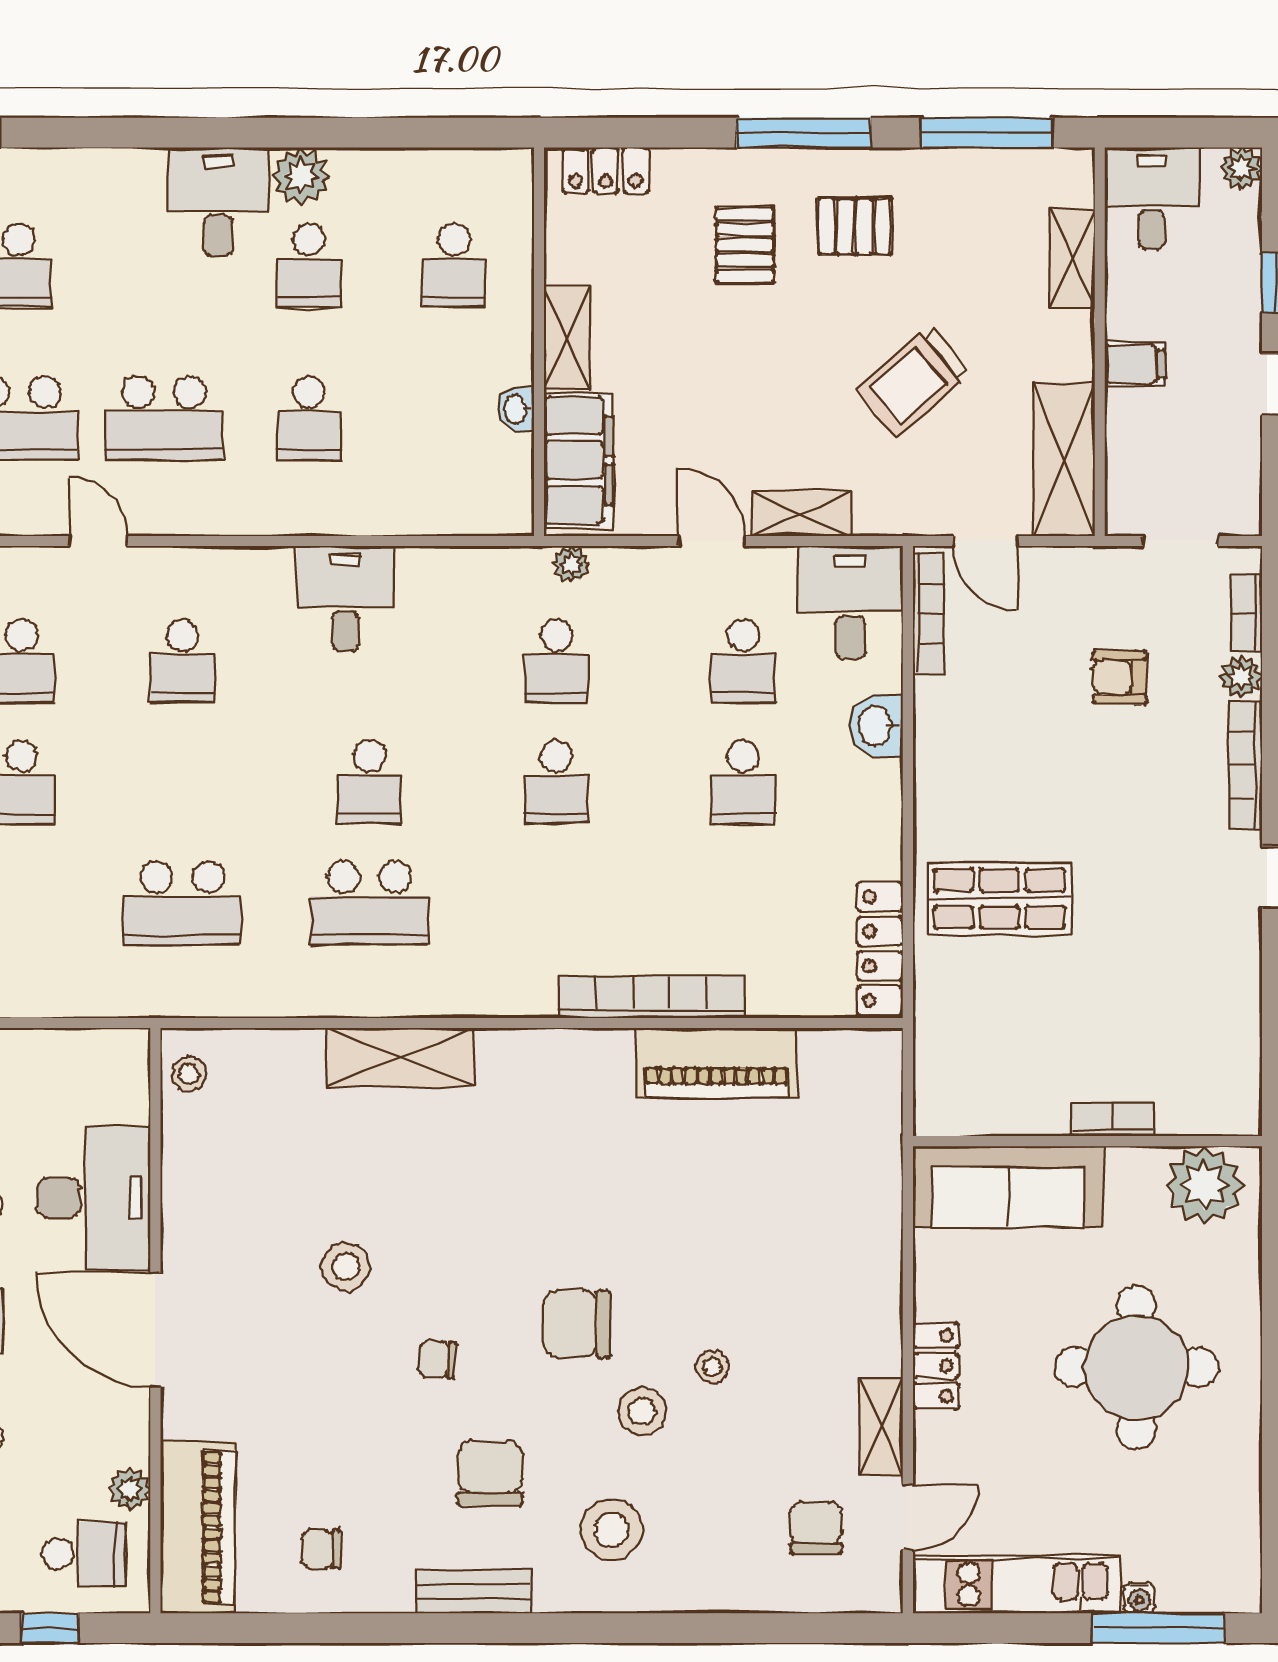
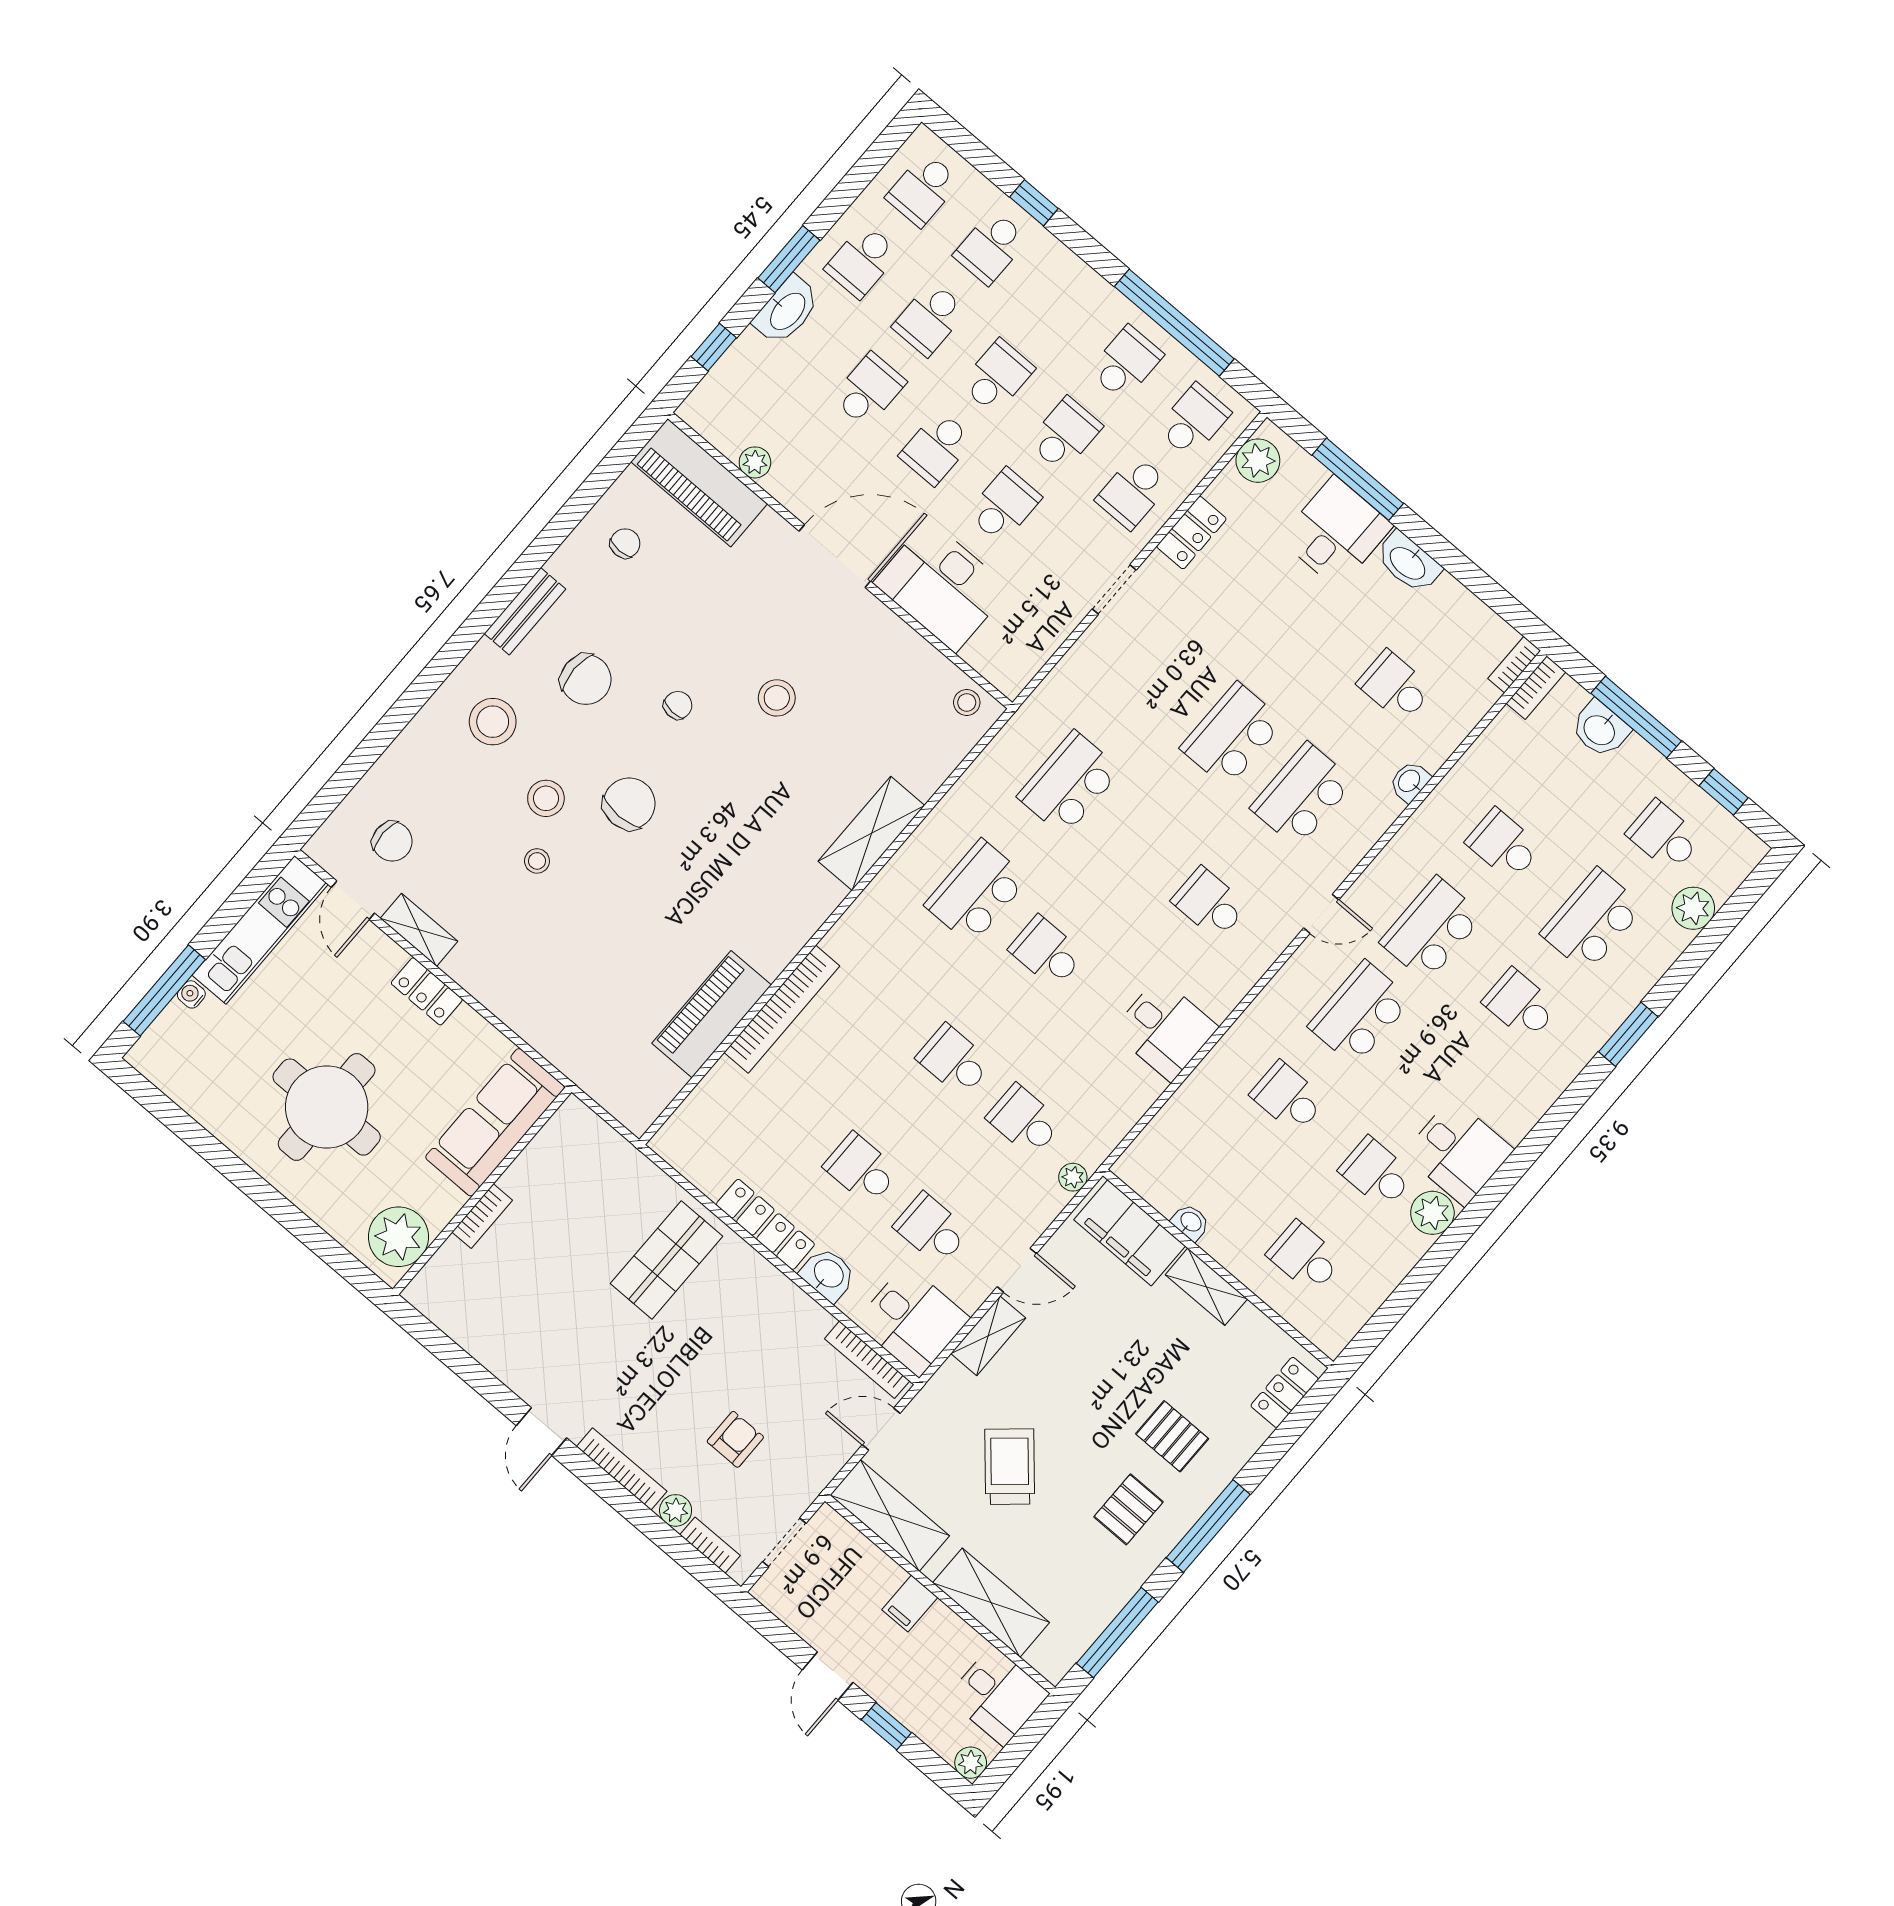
shelving: (1072, 259) -> (991, 1603), width x1.50, depth x1.33
locker: (880, 949) -> (765, 1224), moved
school desk: (84, 1554) -> (740, 404), removed

